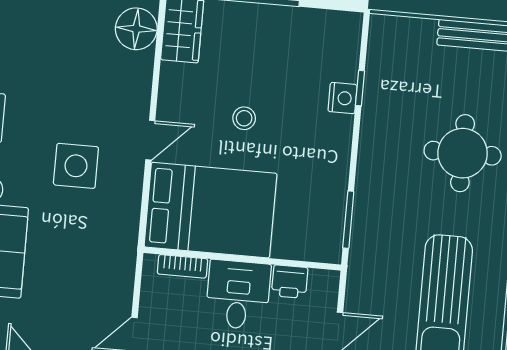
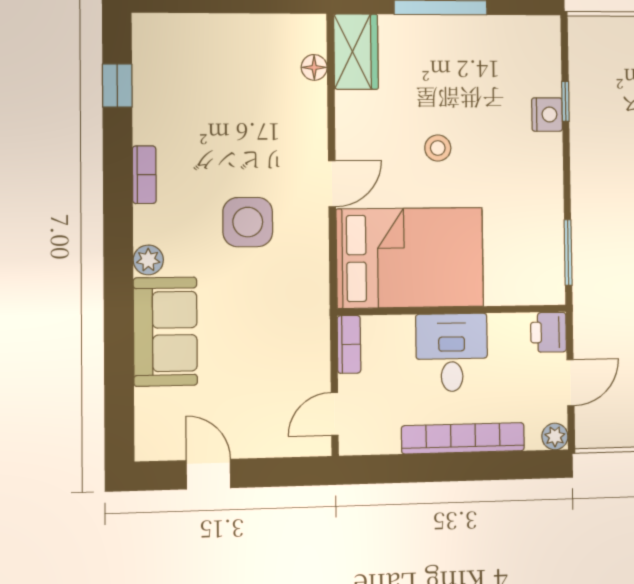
floor lamp: (136, 29) -> (314, 67), width x0.53, depth x0.53
bookcase: (182, 266) -> (349, 344), moved, turned -90
printer: (290, 282) -> (548, 332), moved, turned 90

